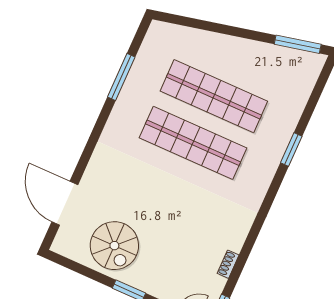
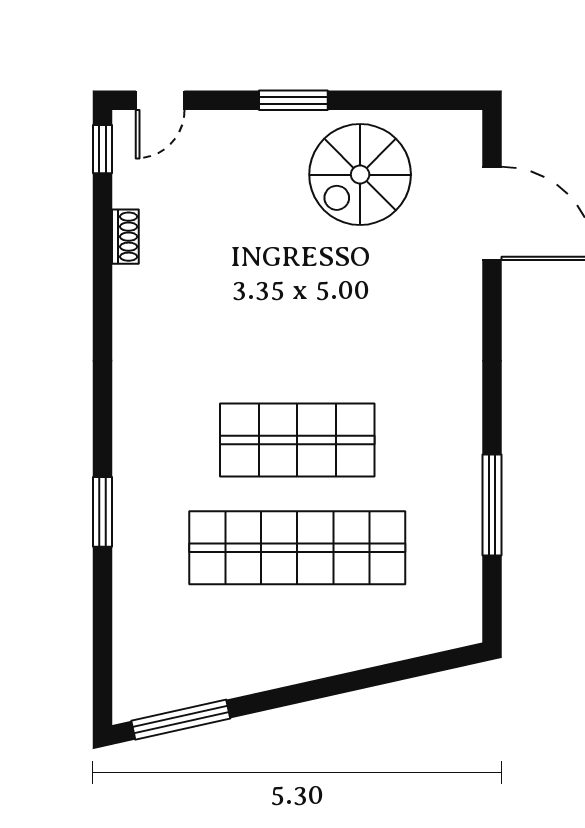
shop shelf: (193, 143) -> (297, 440), width x0.71
spiral stairs: (114, 246) -> (360, 175), turned -90

